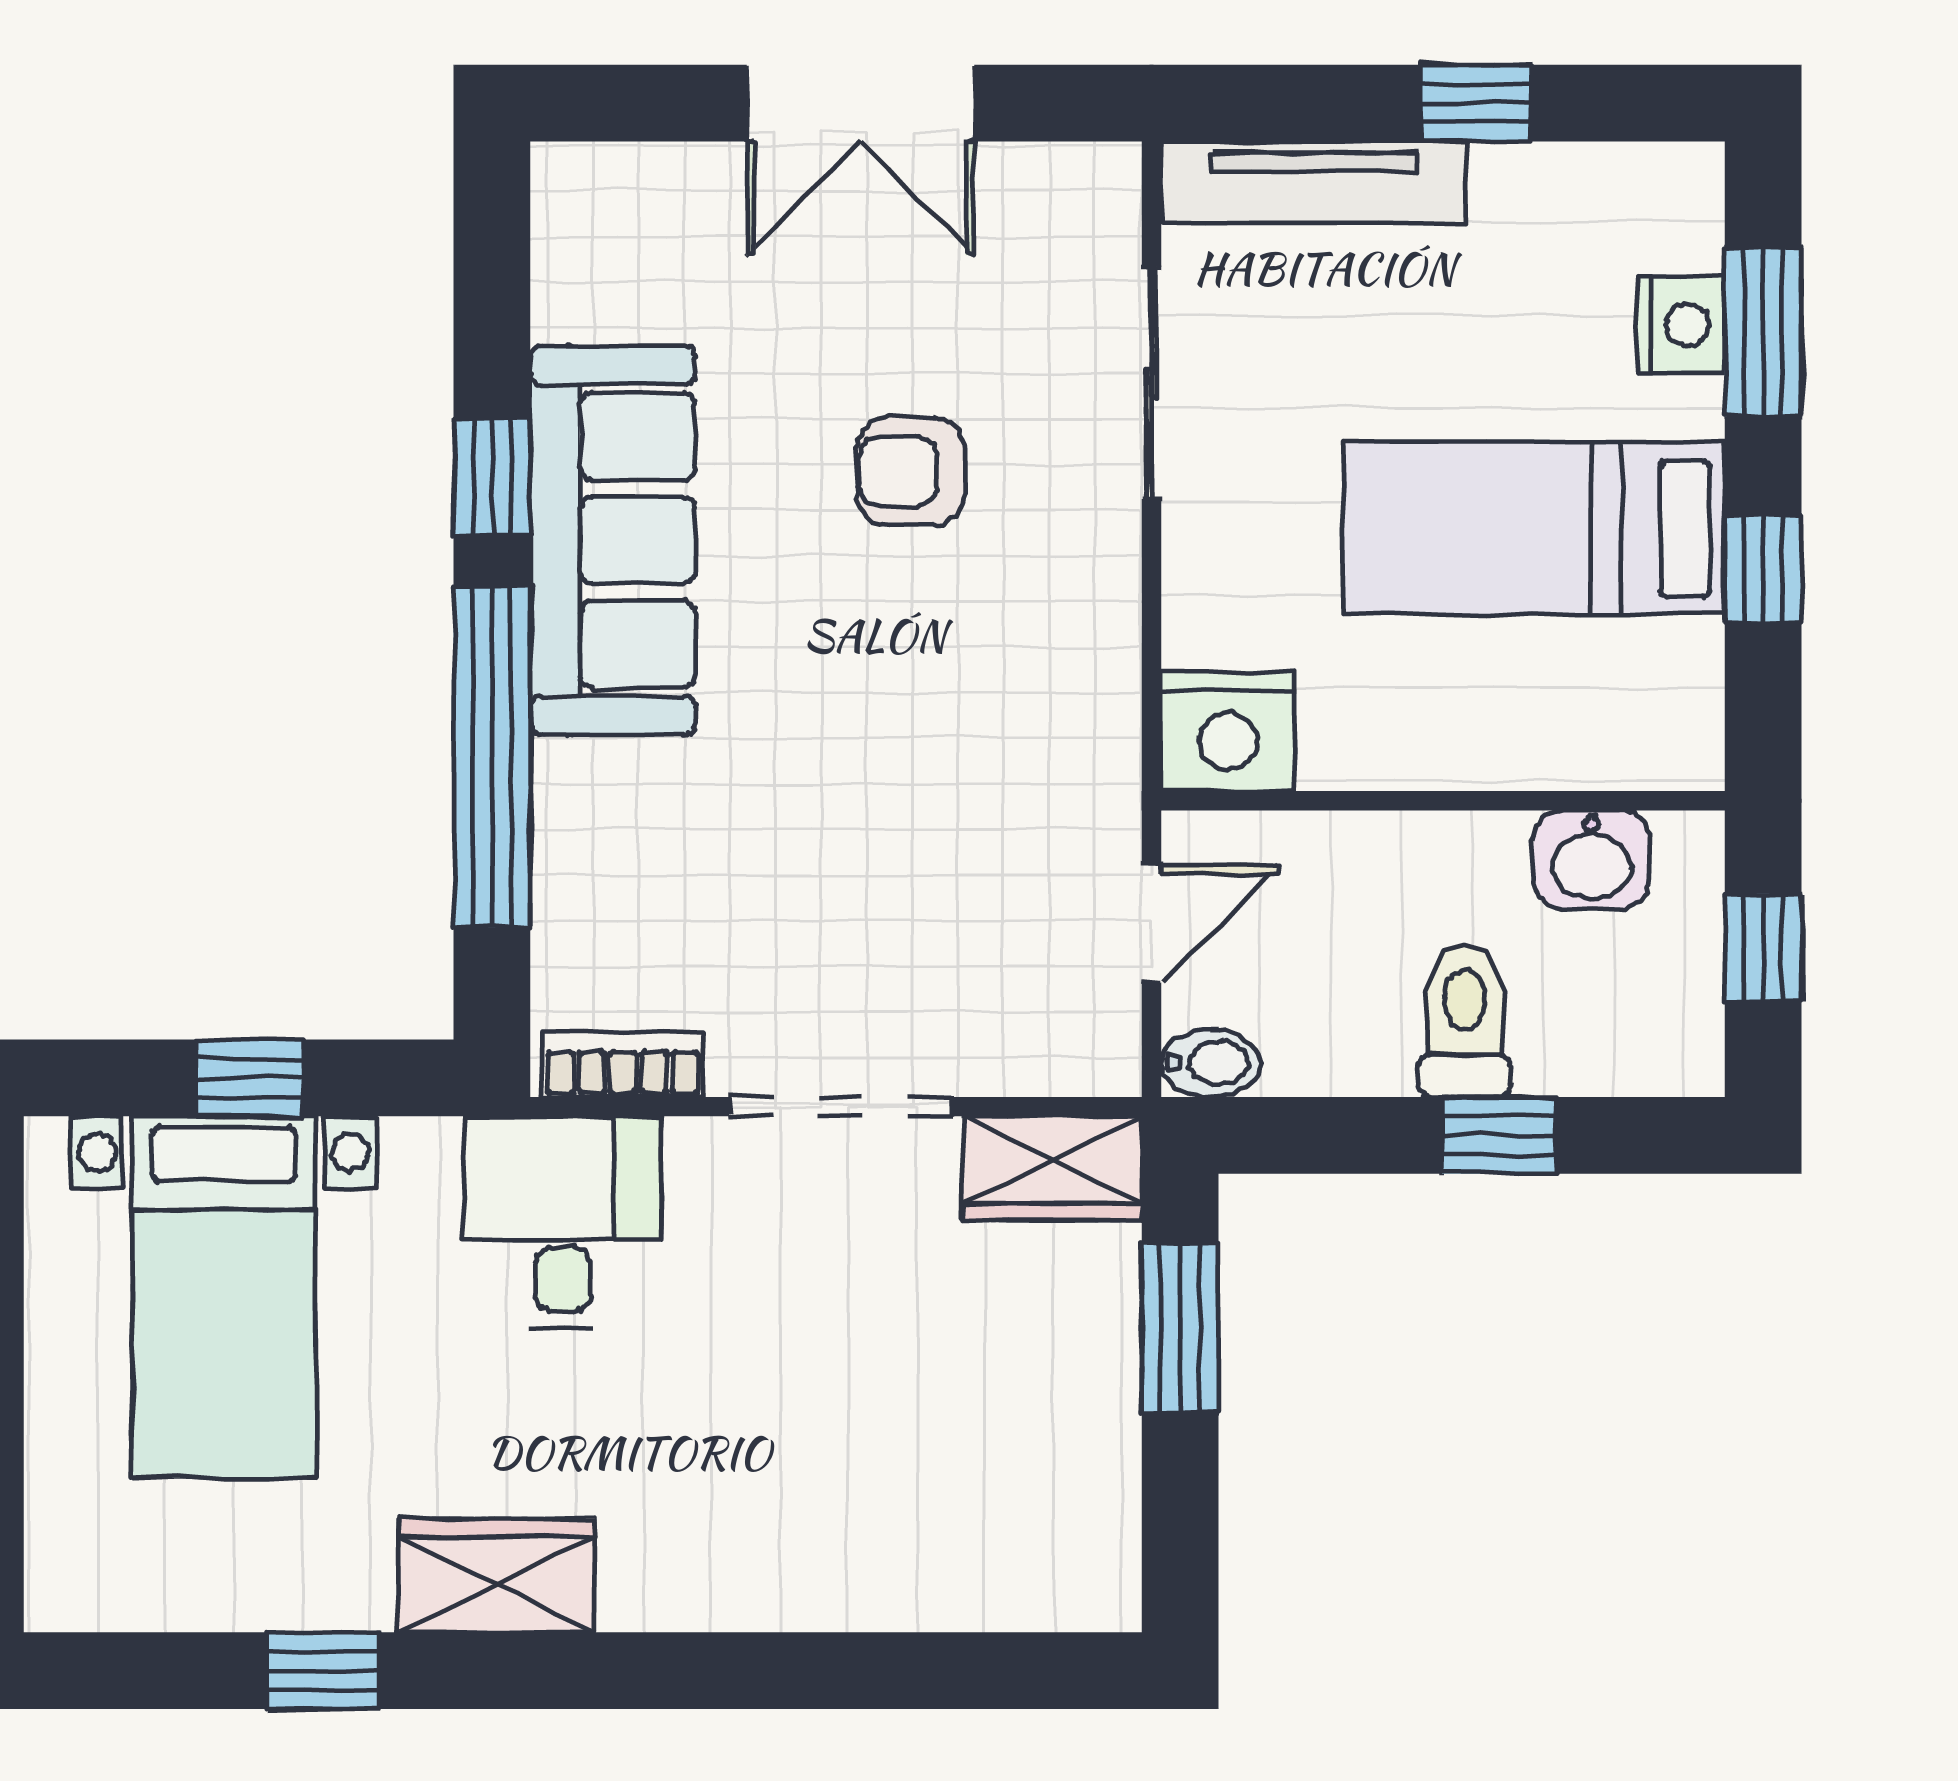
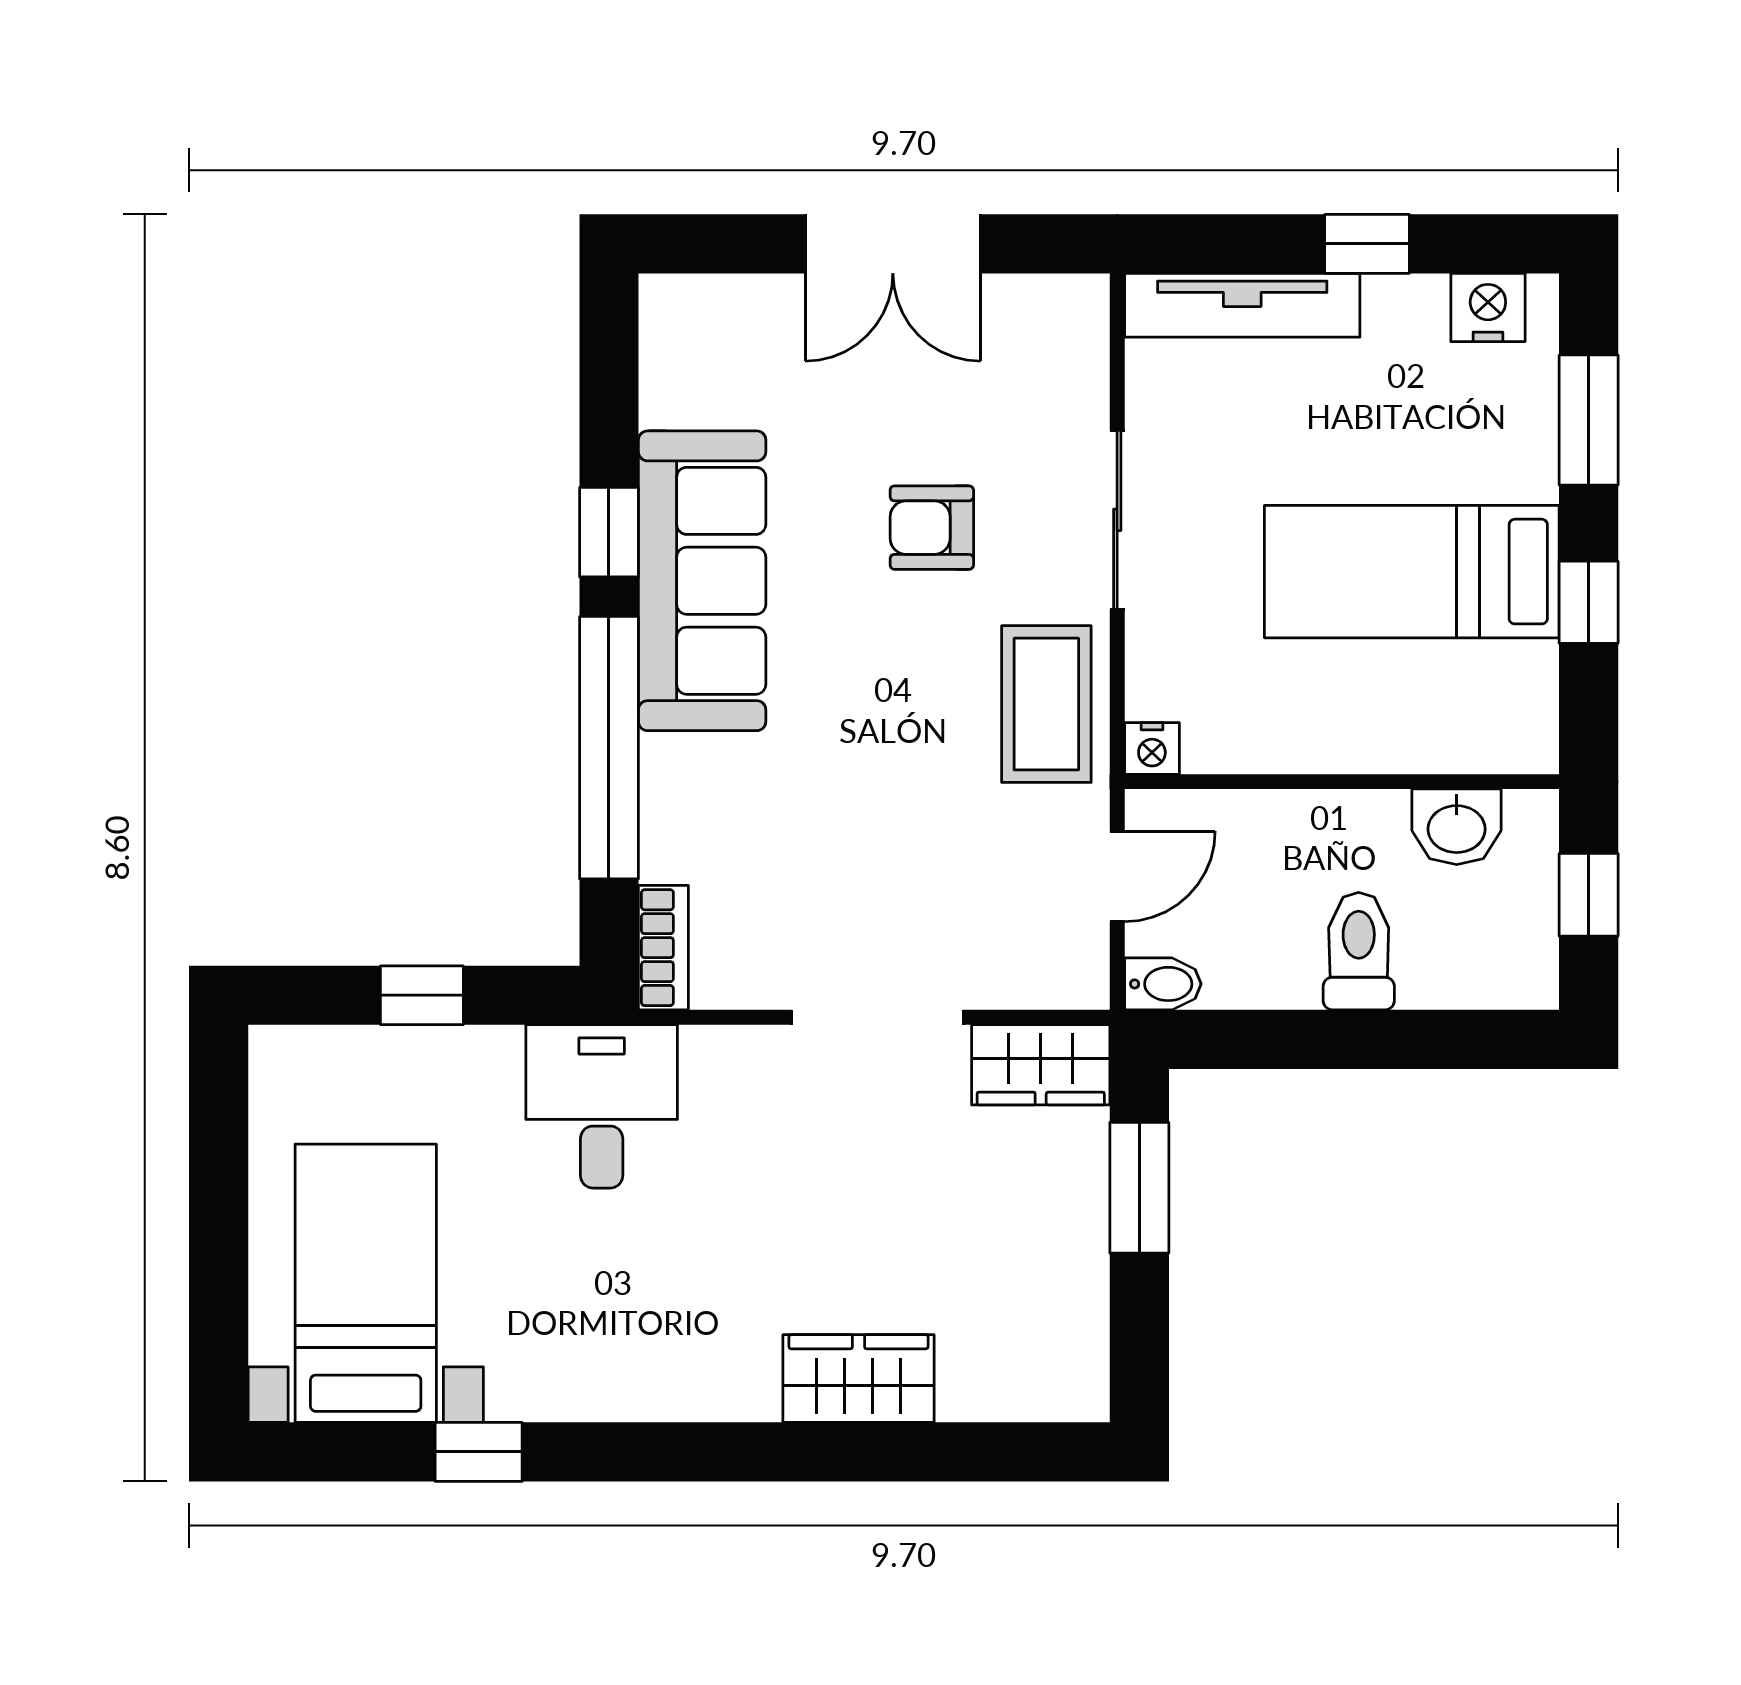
nightstand: (1681, 325) -> (1488, 308), moved, turned -90
sliding door: (1151, 383) -> (1117, 520), moved
coffee table: (1059, 700) -> (1046, 704), added
nightstand: (1228, 731) -> (1152, 748), width x0.53, depth x0.56
bookcase: (623, 1065) -> (663, 948), moved, turned 90
window: (1499, 1135) -> (1385, 1039), removed
desk: (563, 1222) -> (602, 1106), moved
bed with nightstands: (224, 1297) -> (366, 1283), moved, turned 180
wardrobe: (496, 1575) -> (859, 1379), moved

